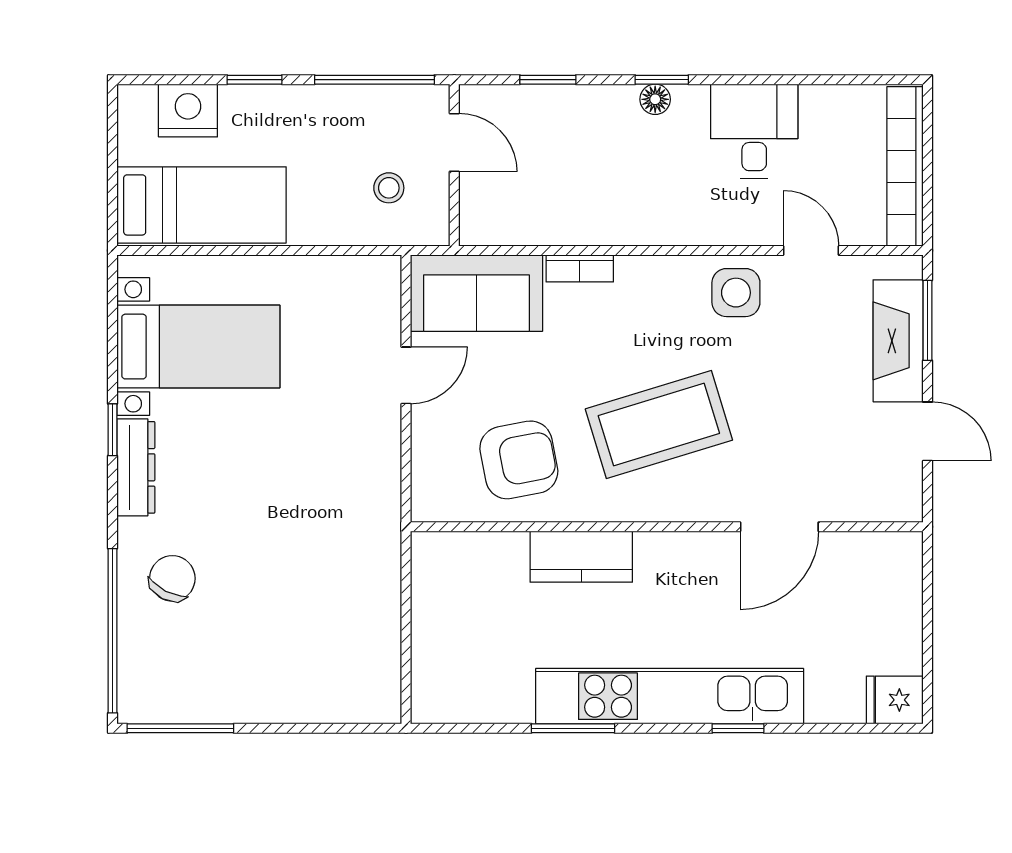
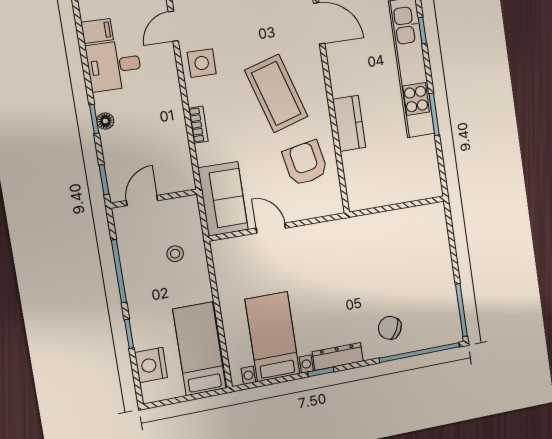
filing cabinet: (821, 111) -> (97, 31), added
door: (454, 143) -> (142, 201), moved
wall: (454, 165) -> (154, 199), moved
bookcase: (580, 268) -> (198, 125), moved

